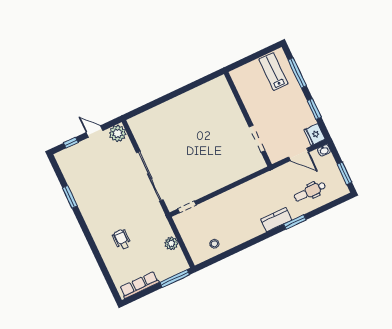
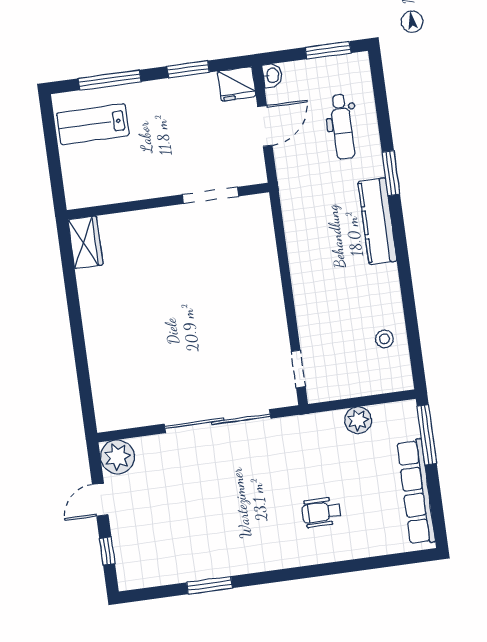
wardrobe: (216, 86) -> (85, 242), added
kitchen counter: (276, 220) -> (377, 221), width x1.50
row of seats: (139, 285) -> (416, 492), width x1.36

